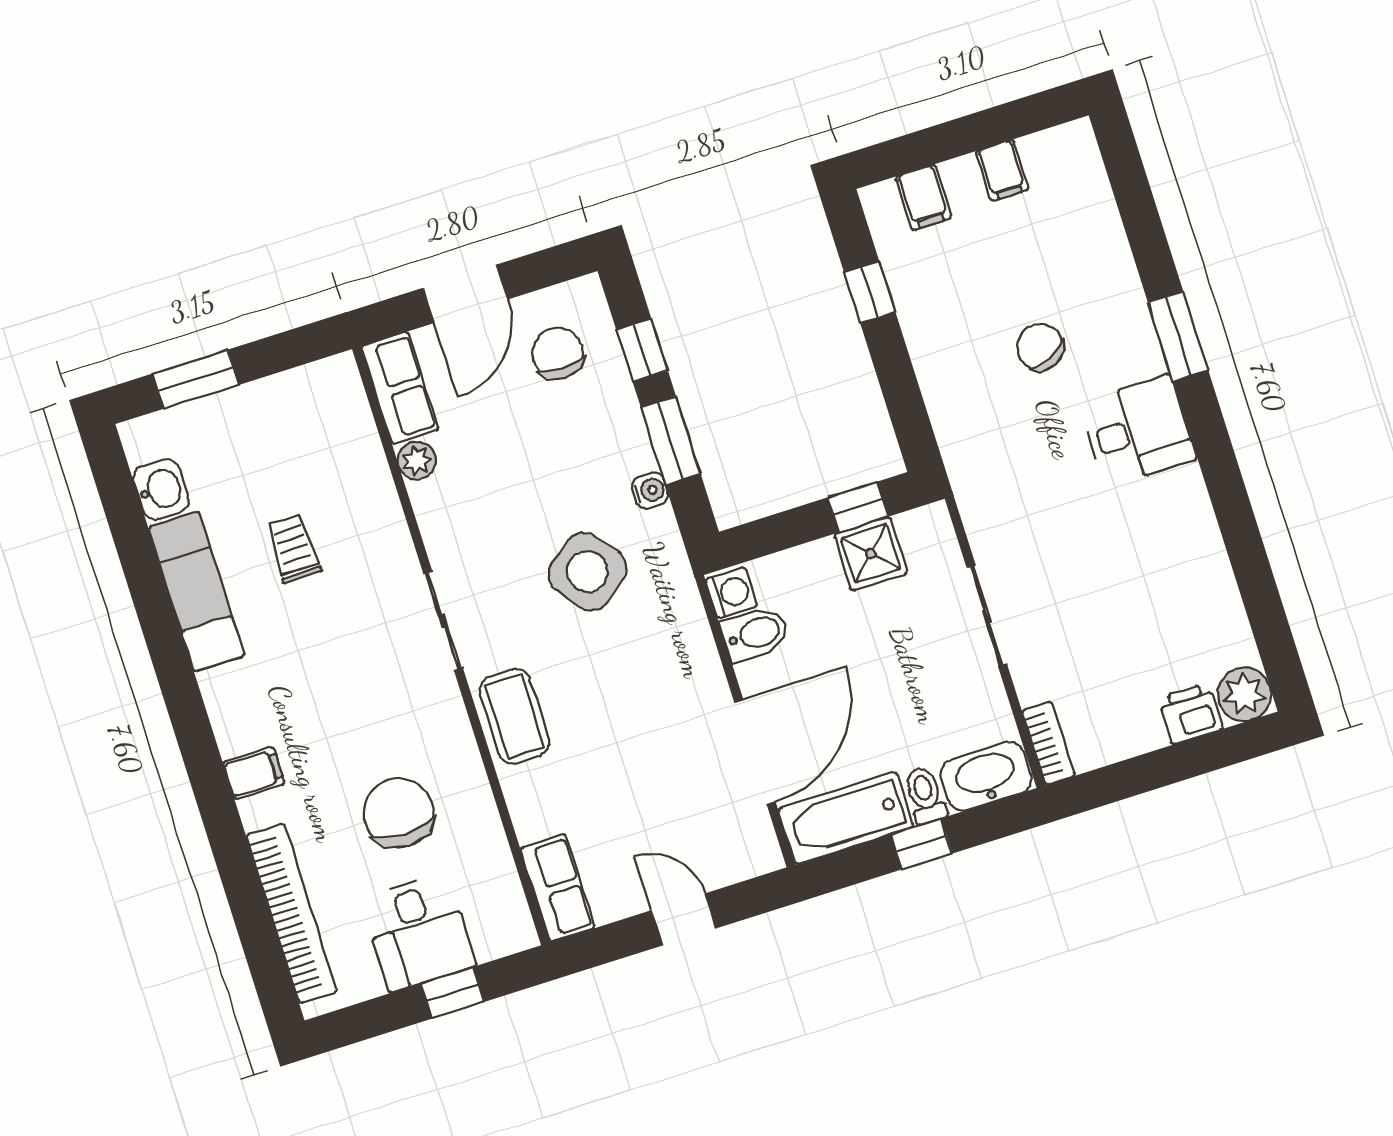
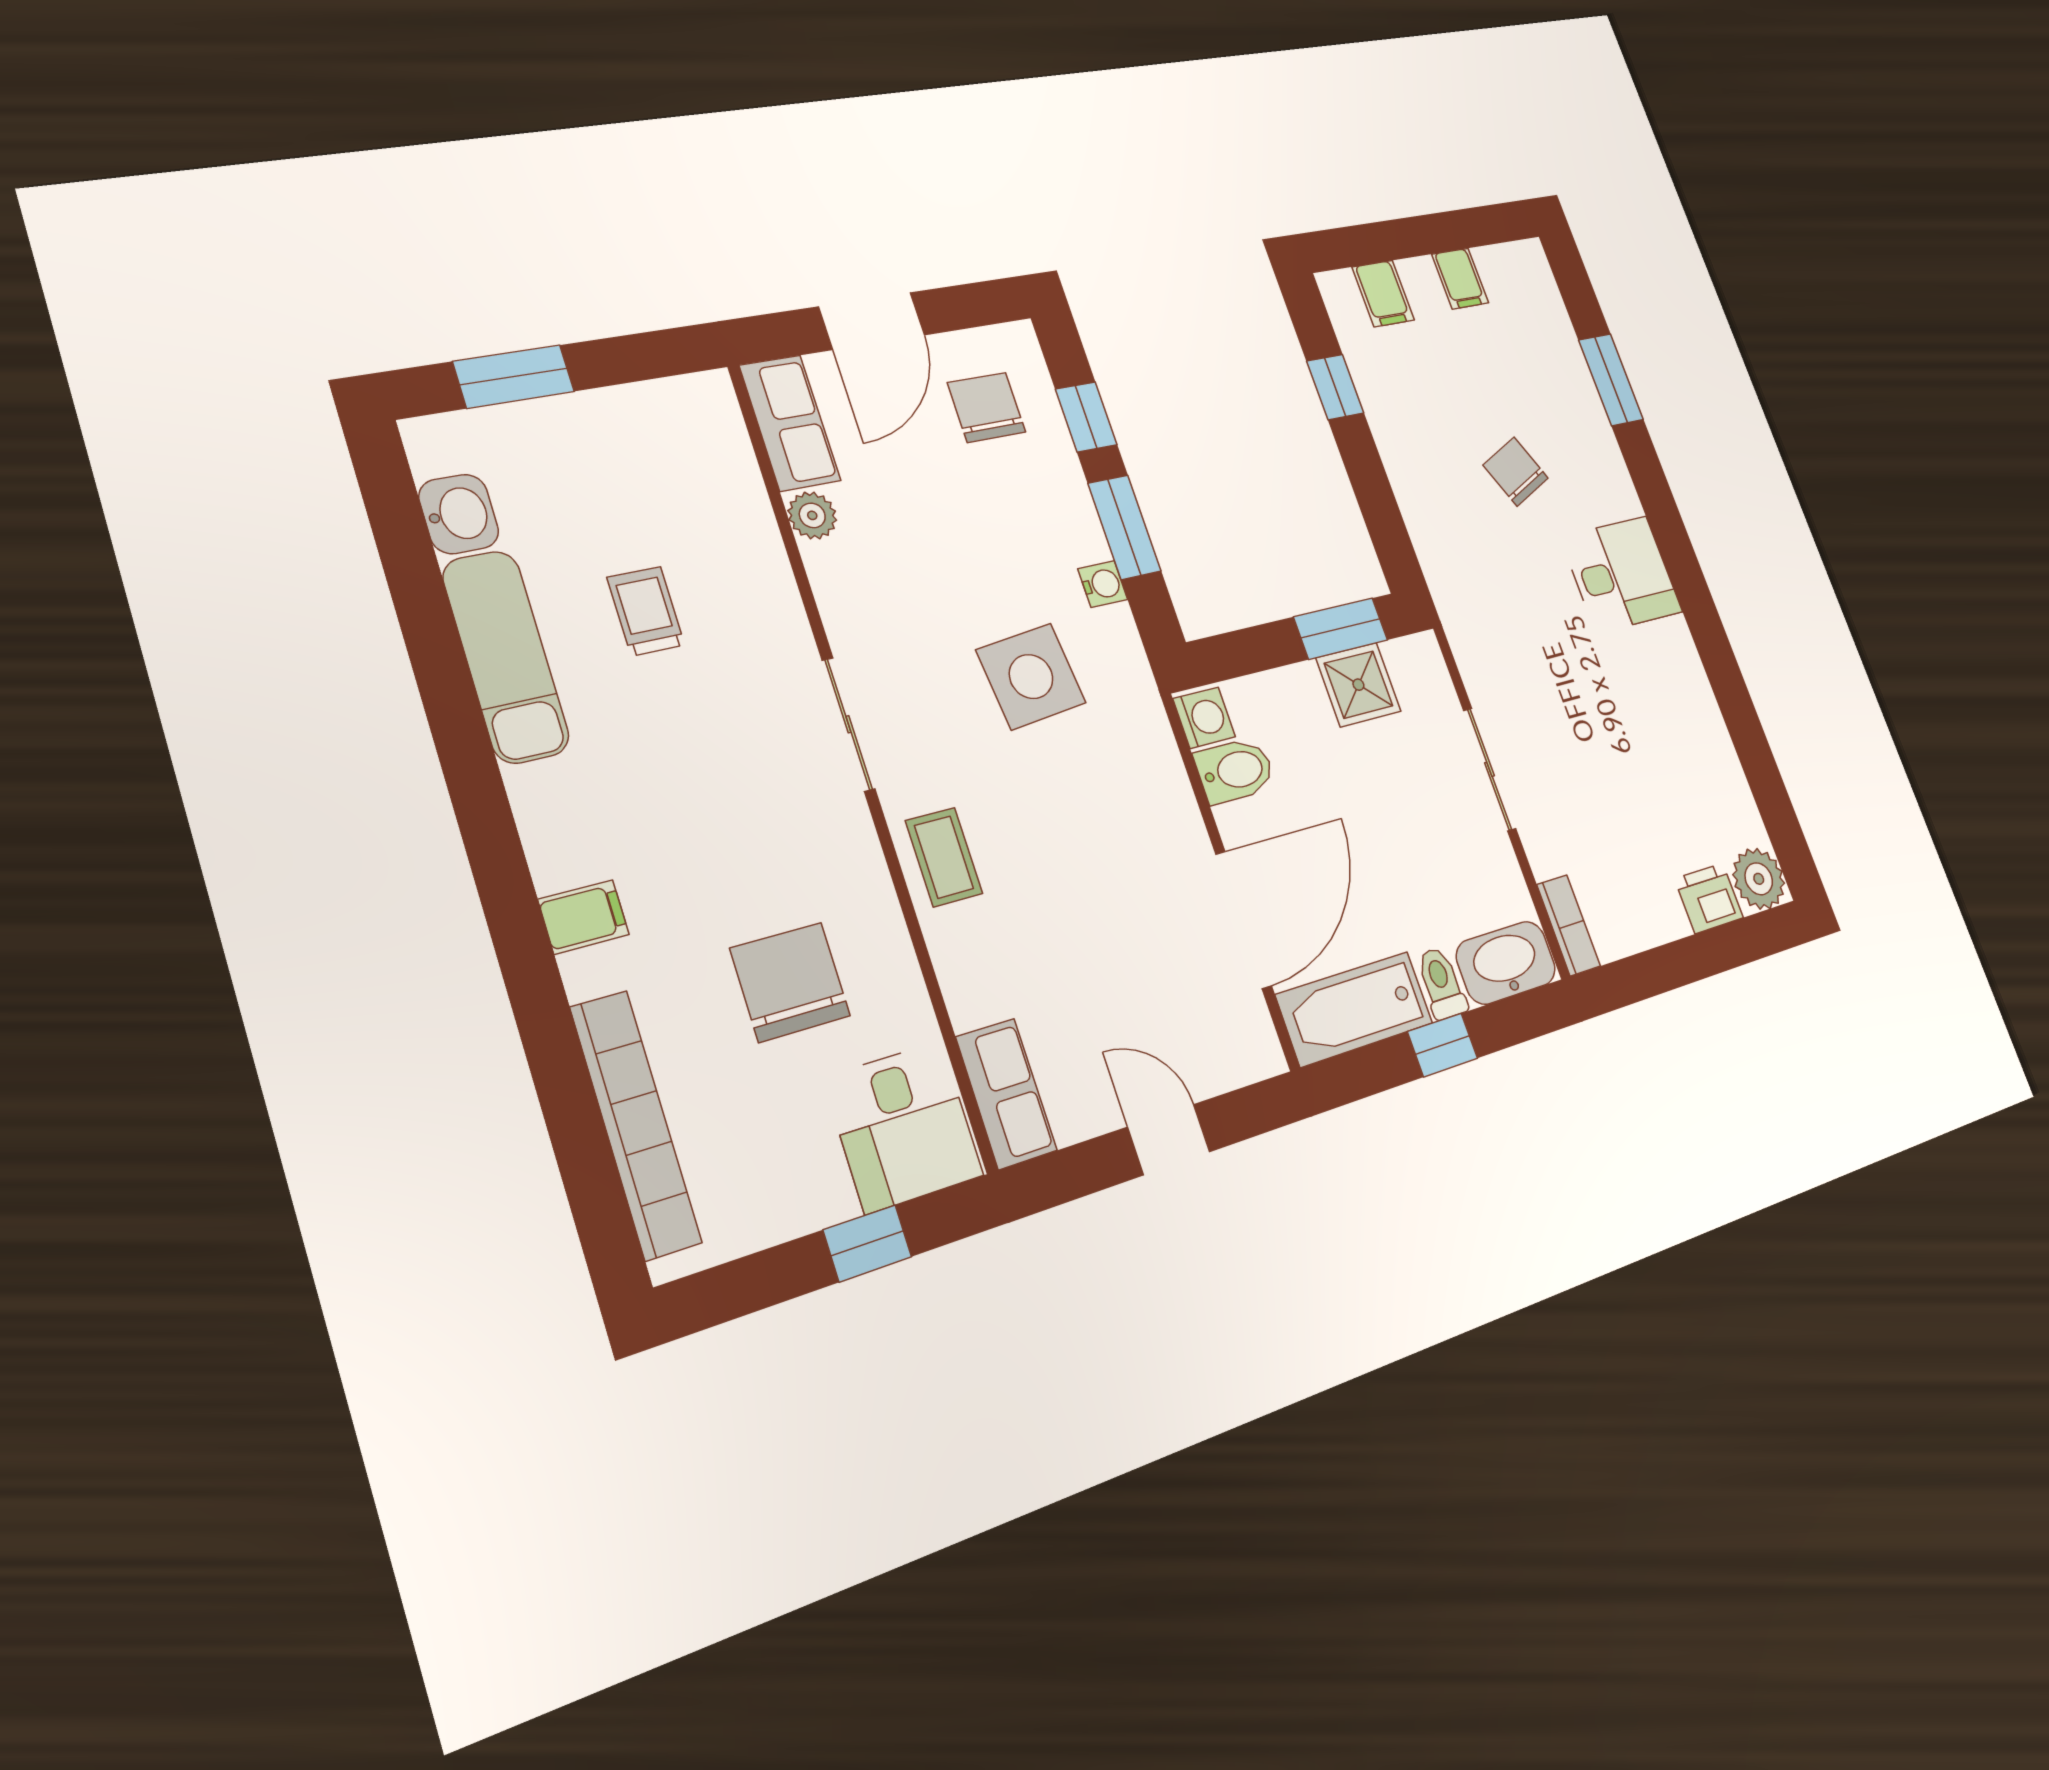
window: (1178, 336) -> (1611, 380), moved
window: (858, 507) -> (1341, 628), width x1.50
side table: (587, 572) -> (1031, 676), turned 31
coffee table: (514, 716) -> (944, 857), width x0.73, depth x0.77
desk: (418, 932) -> (903, 1127), moved

